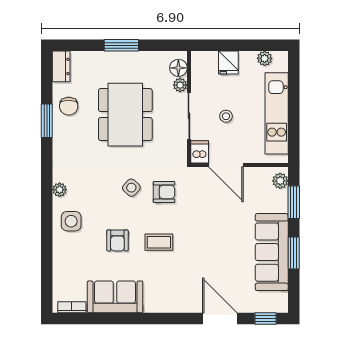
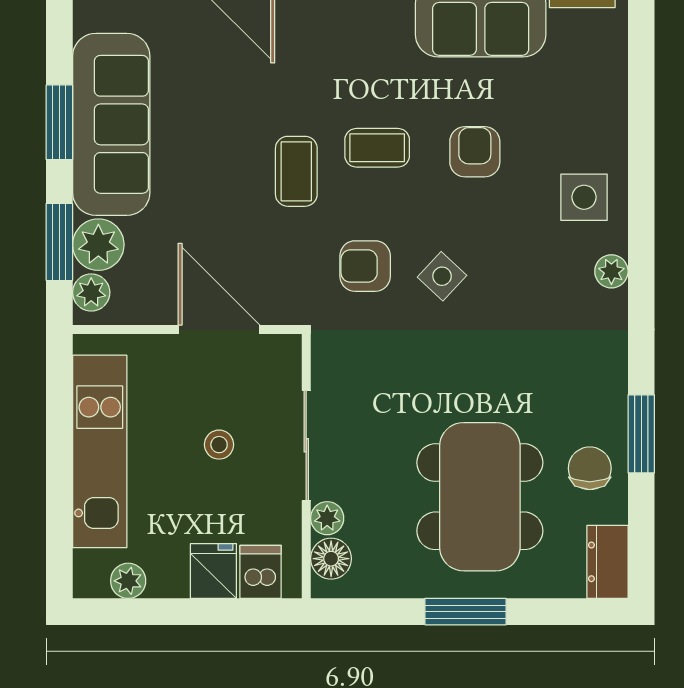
dining table: (125, 115) -> (480, 497), moved
dishwasher: (200, 152) -> (261, 572), moved, turned 180
plant: (277, 201) -> (98, 245), added
coffee table: (193, 232) -> (296, 171), added

